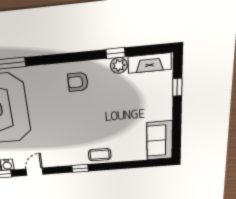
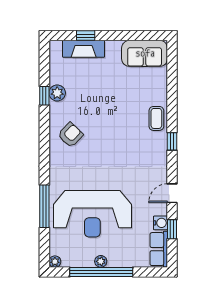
fireplace: (150, 63) -> (84, 49), moved, turned 90
armchair: (78, 82) -> (70, 135), turned -136
door: (35, 172) -> (172, 193), hinge flipped

